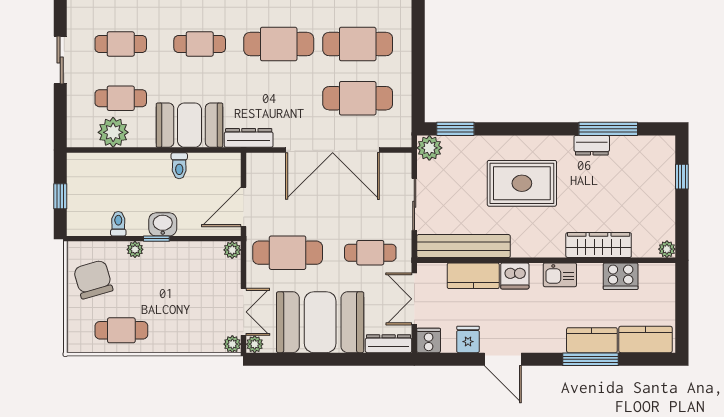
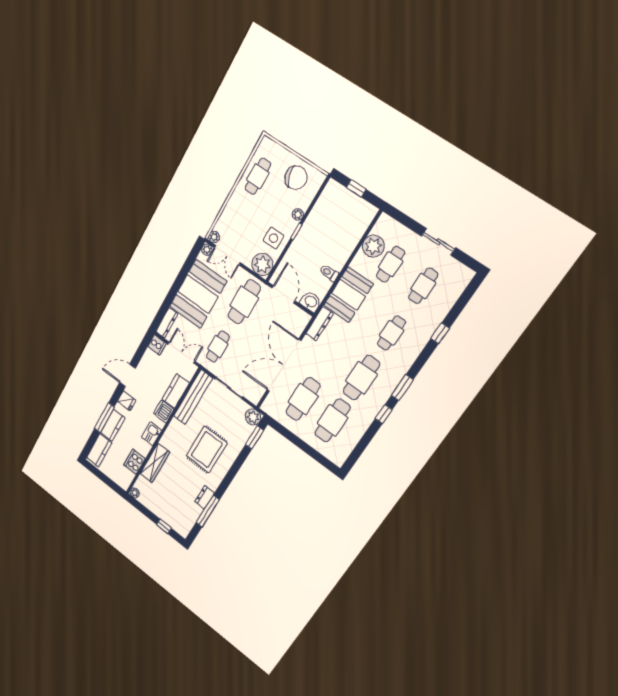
toilet: (118, 224) -> (318, 214), removed
washbasin: (163, 224) -> (311, 302), moved, turned -90
plant: (232, 250) -> (262, 264), width x1.87, depth x1.87
side table: (183, 263) -> (273, 238), added
fridge: (468, 339) -> (127, 401), moved

